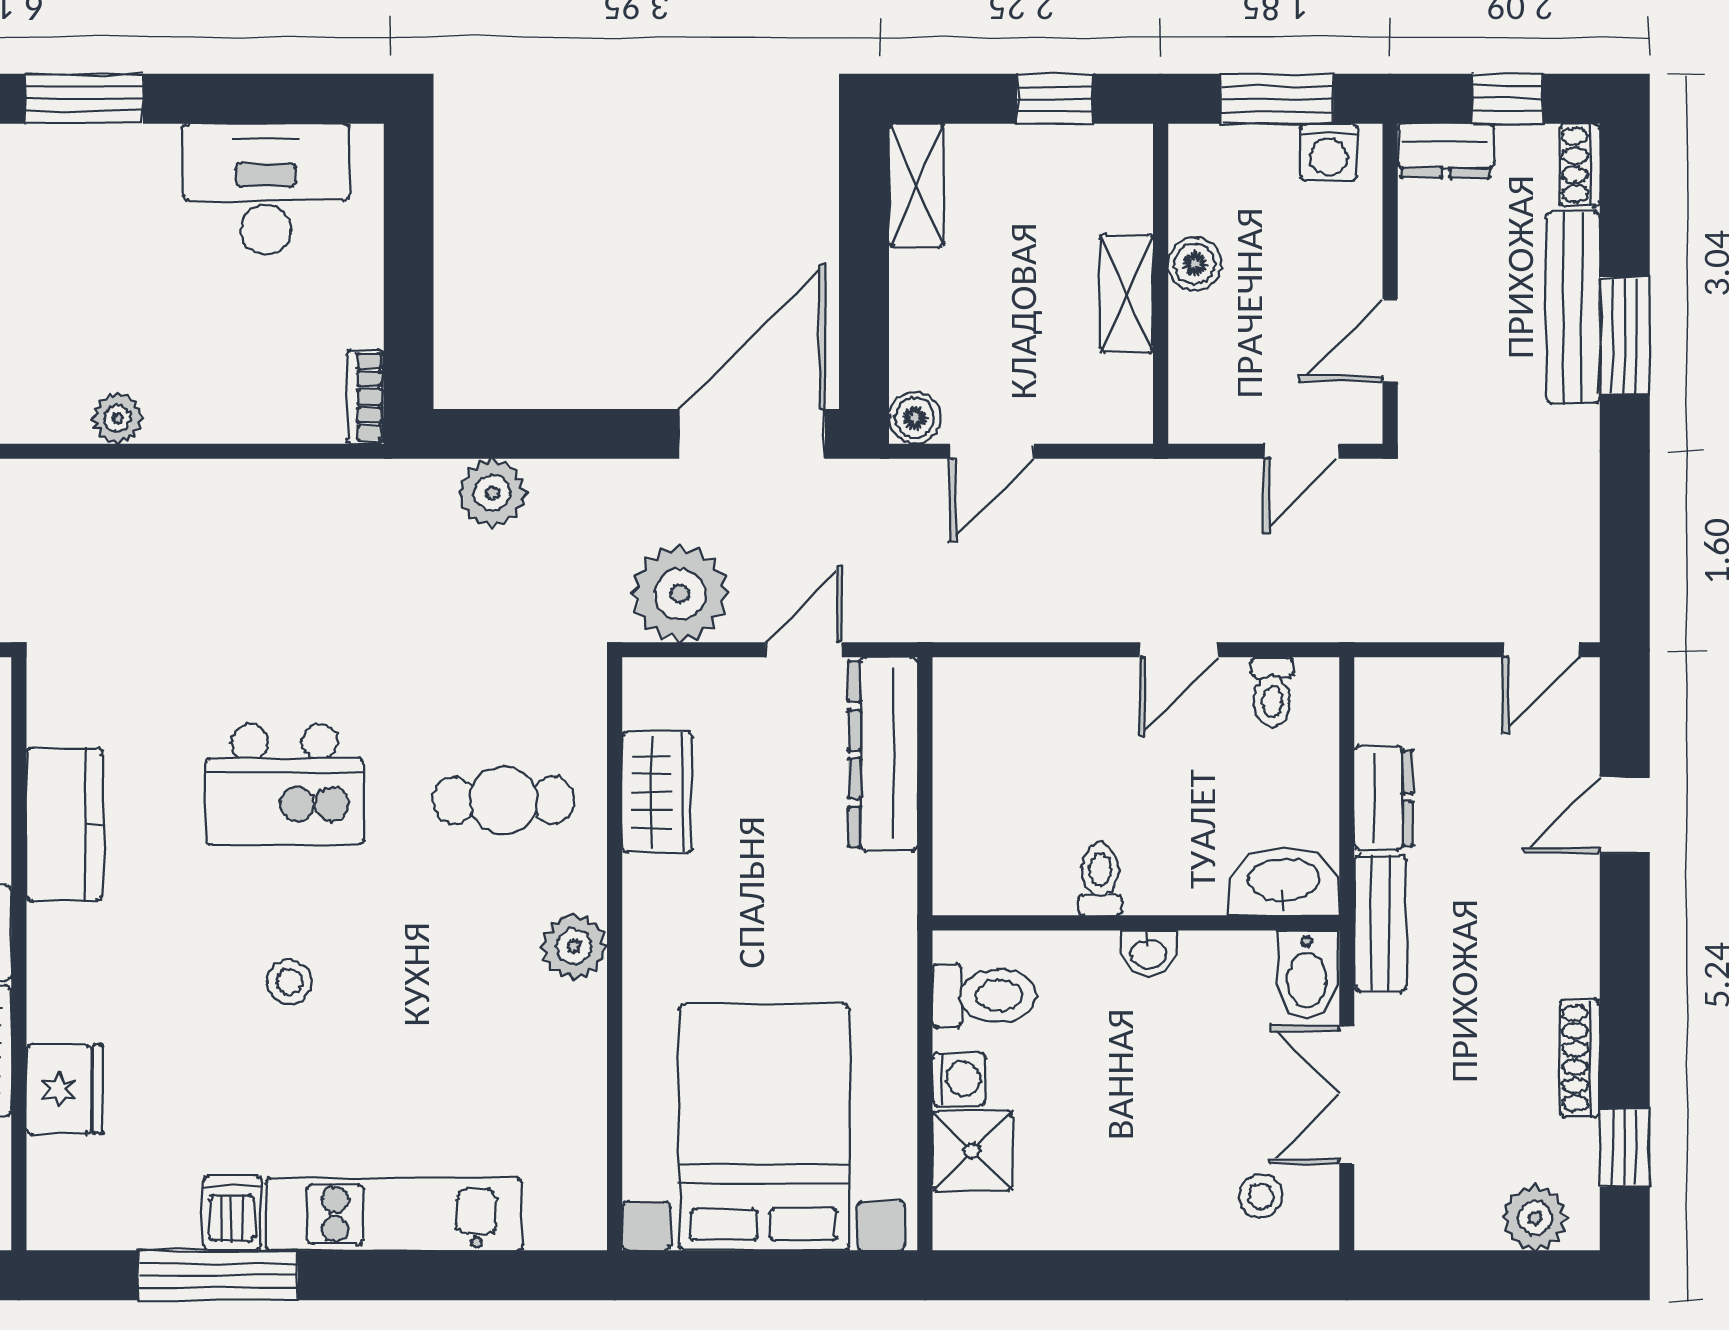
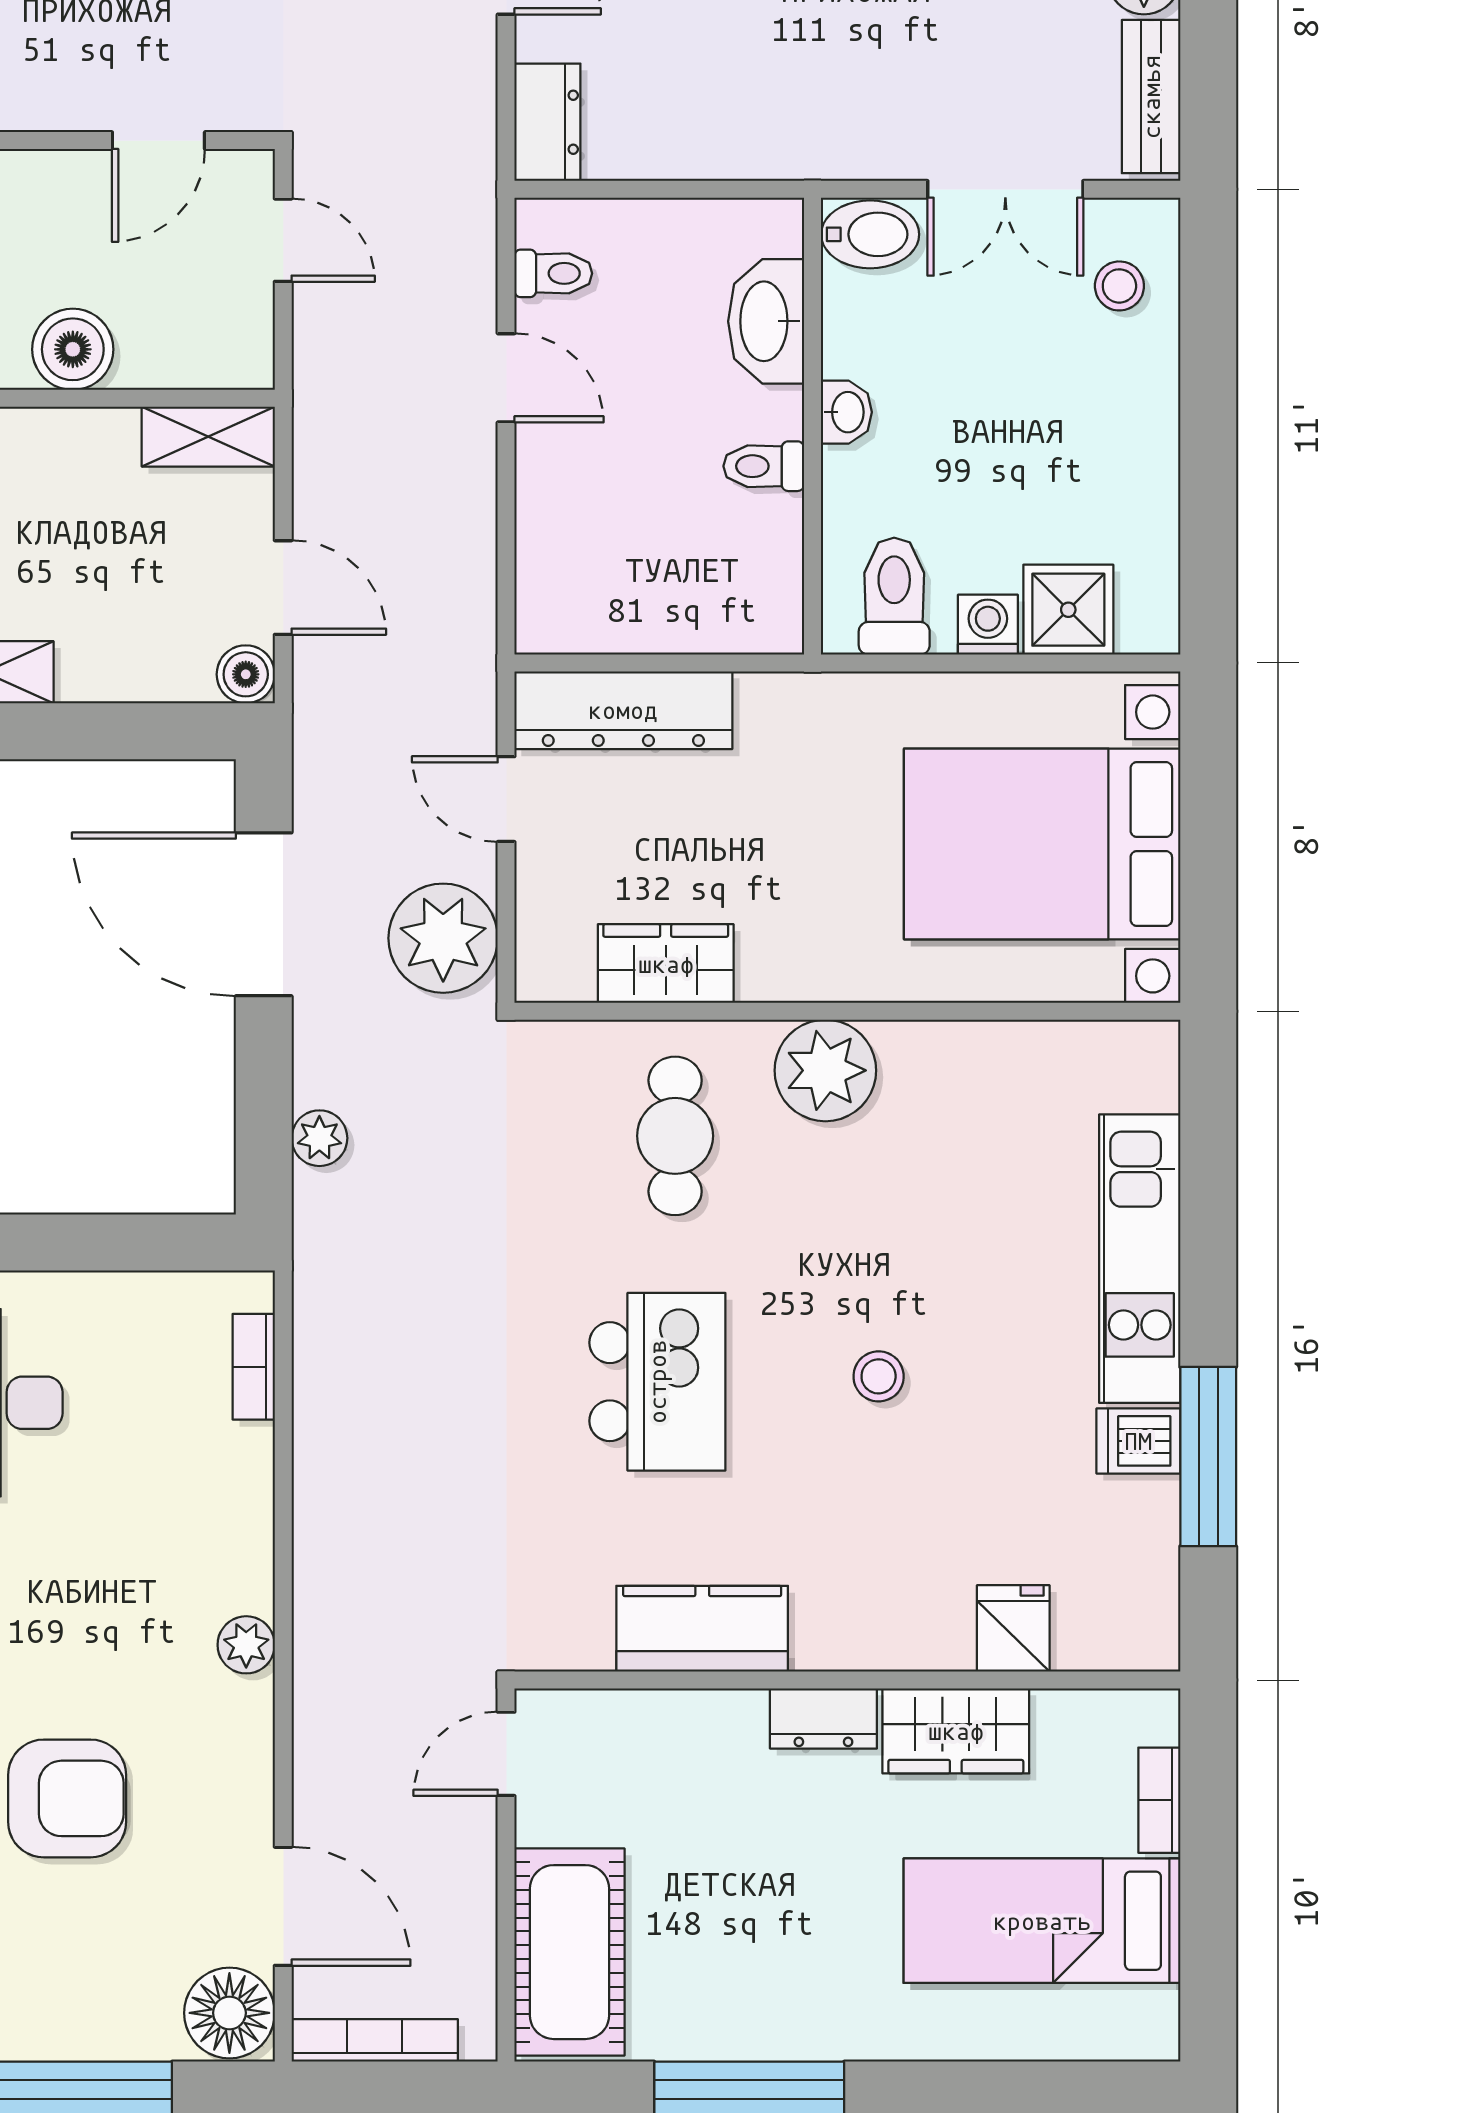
boiler: (1195, 264) -> (73, 349), width x1.36, depth x1.36
shelving: (1126, 293) -> (208, 437), moved
door: (1390, 340) -> (158, 141), hinge flipped
bookcase: (365, 397) -> (254, 1367), moved, turned 90
plant: (118, 418) -> (246, 1645), moved
door: (752, 434) -> (264, 914), moved
plant: (492, 493) -> (319, 1138), width x0.73, depth x0.73
dresser: (1384, 798) -> (547, 122), moved, turned 90
washbasin: (1284, 881) -> (766, 321), moved
bench: (1380, 923) -> (1151, 97), moved, turned 90
plant: (574, 946) -> (825, 1070), width x1.36, depth x1.36
fridge: (65, 1089) -> (1013, 1628), width x0.72

